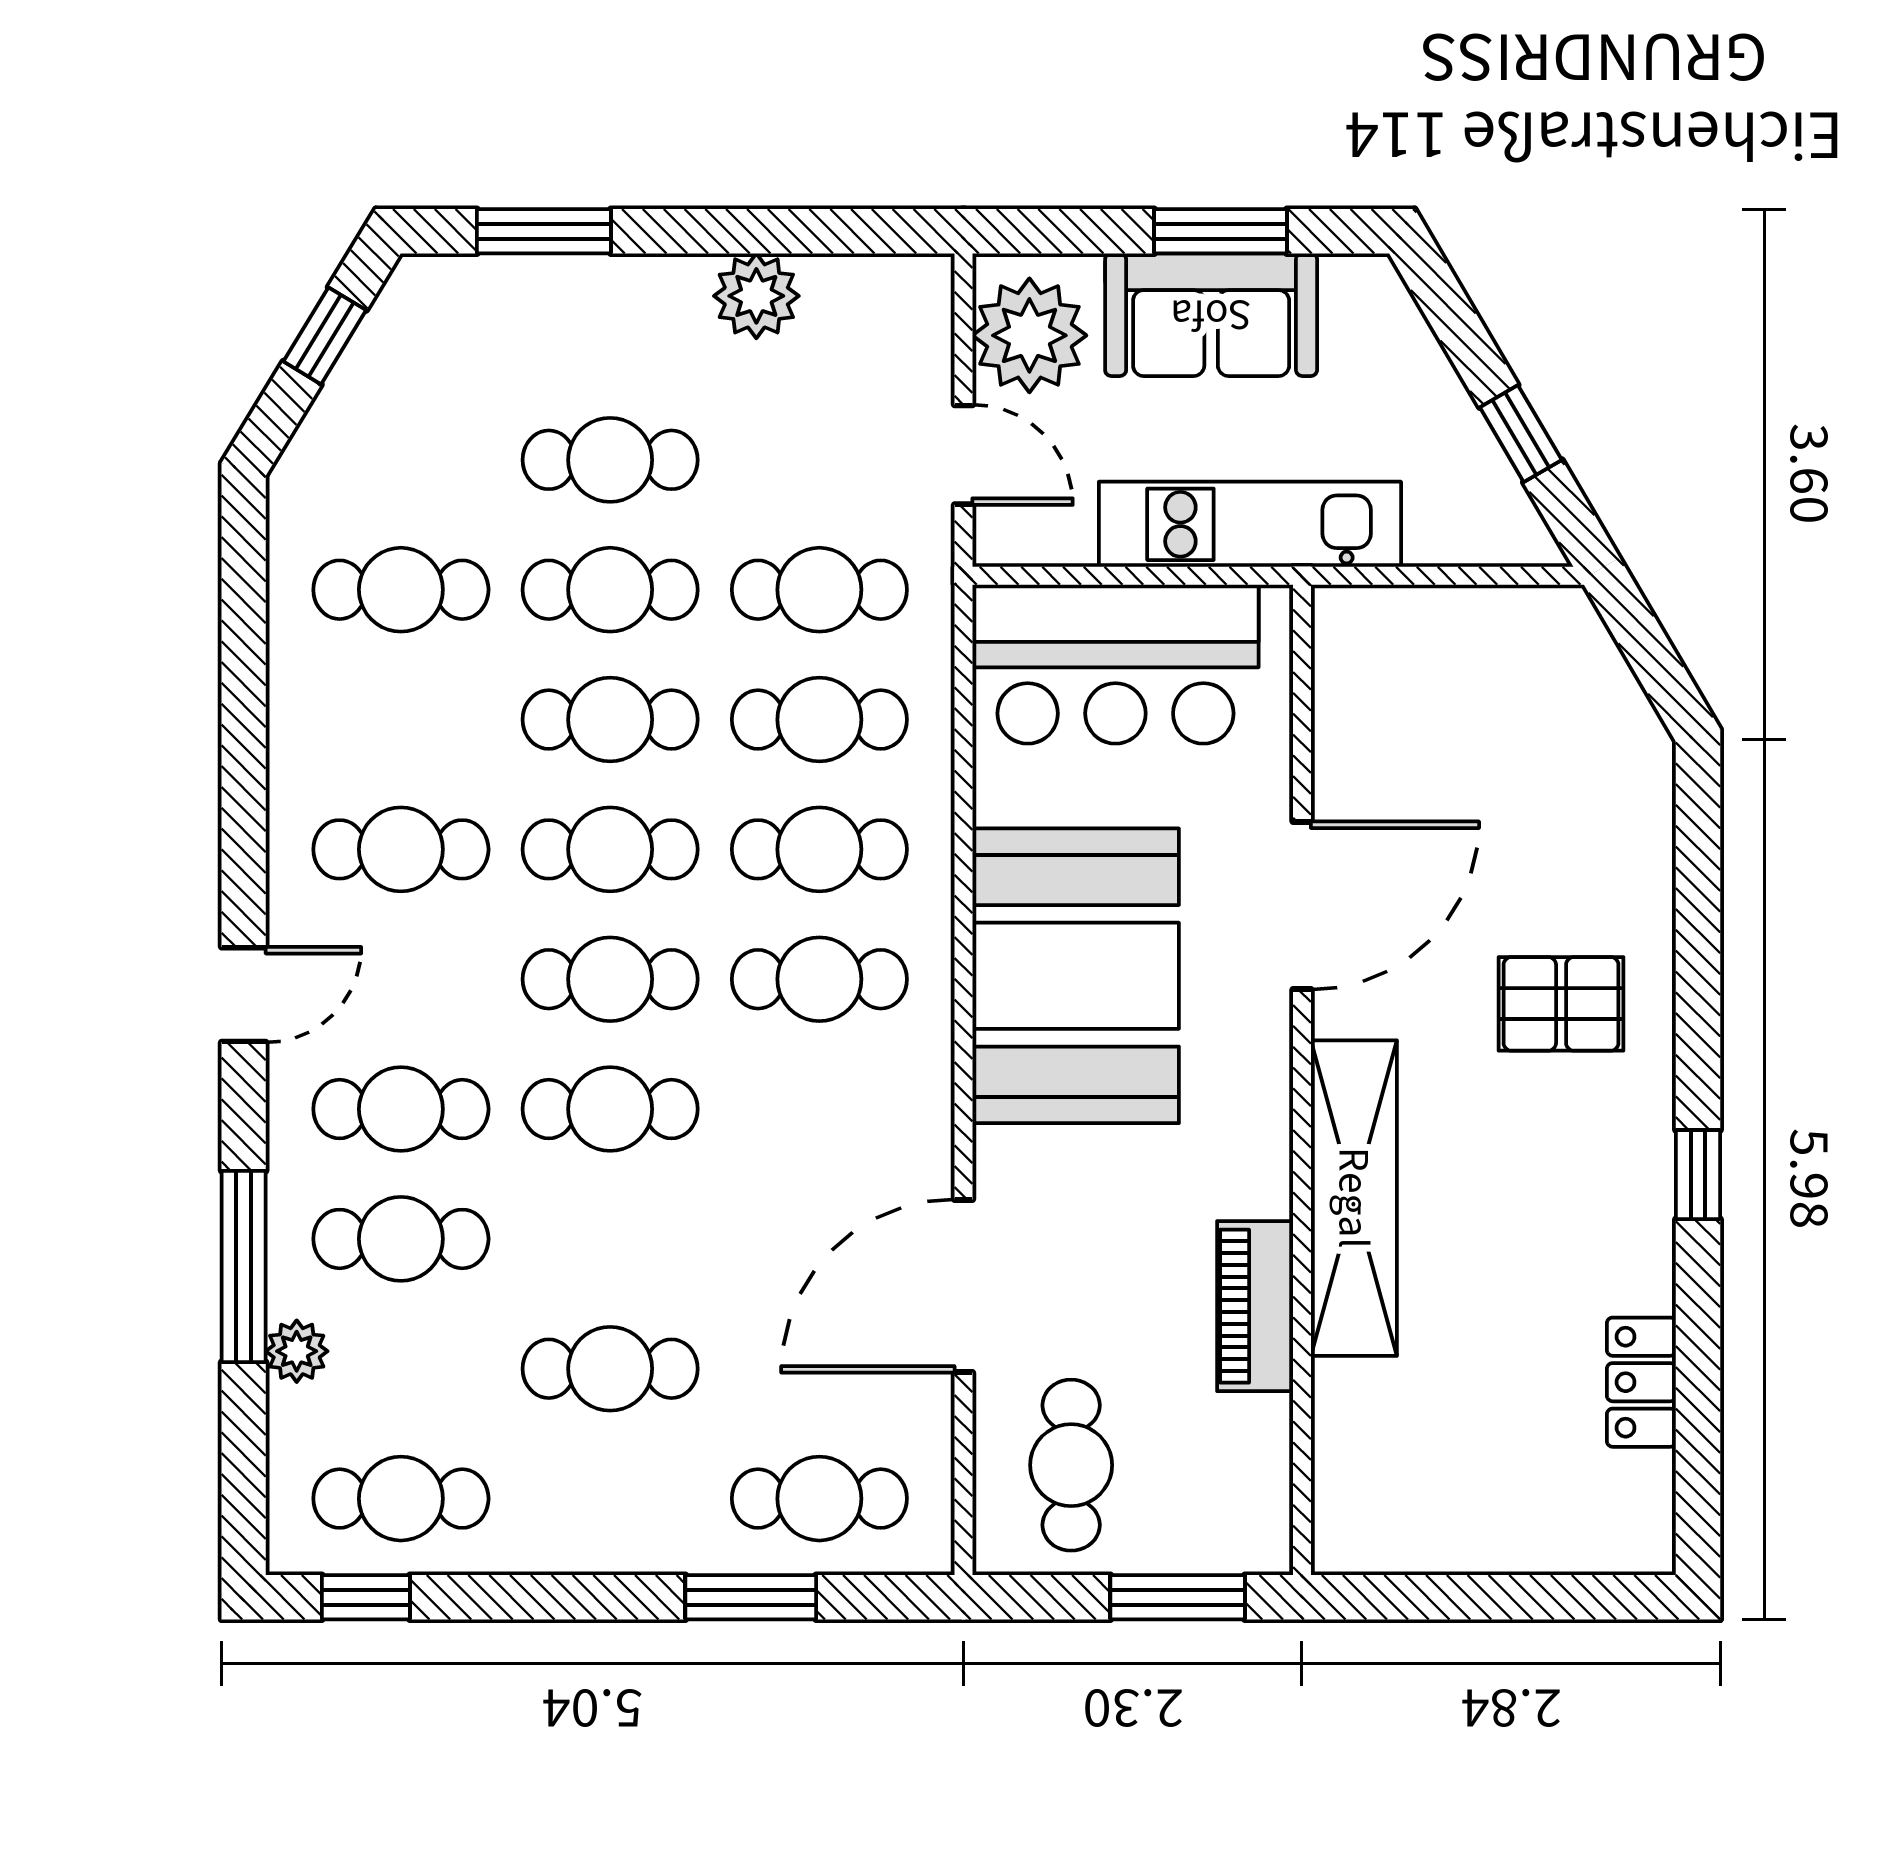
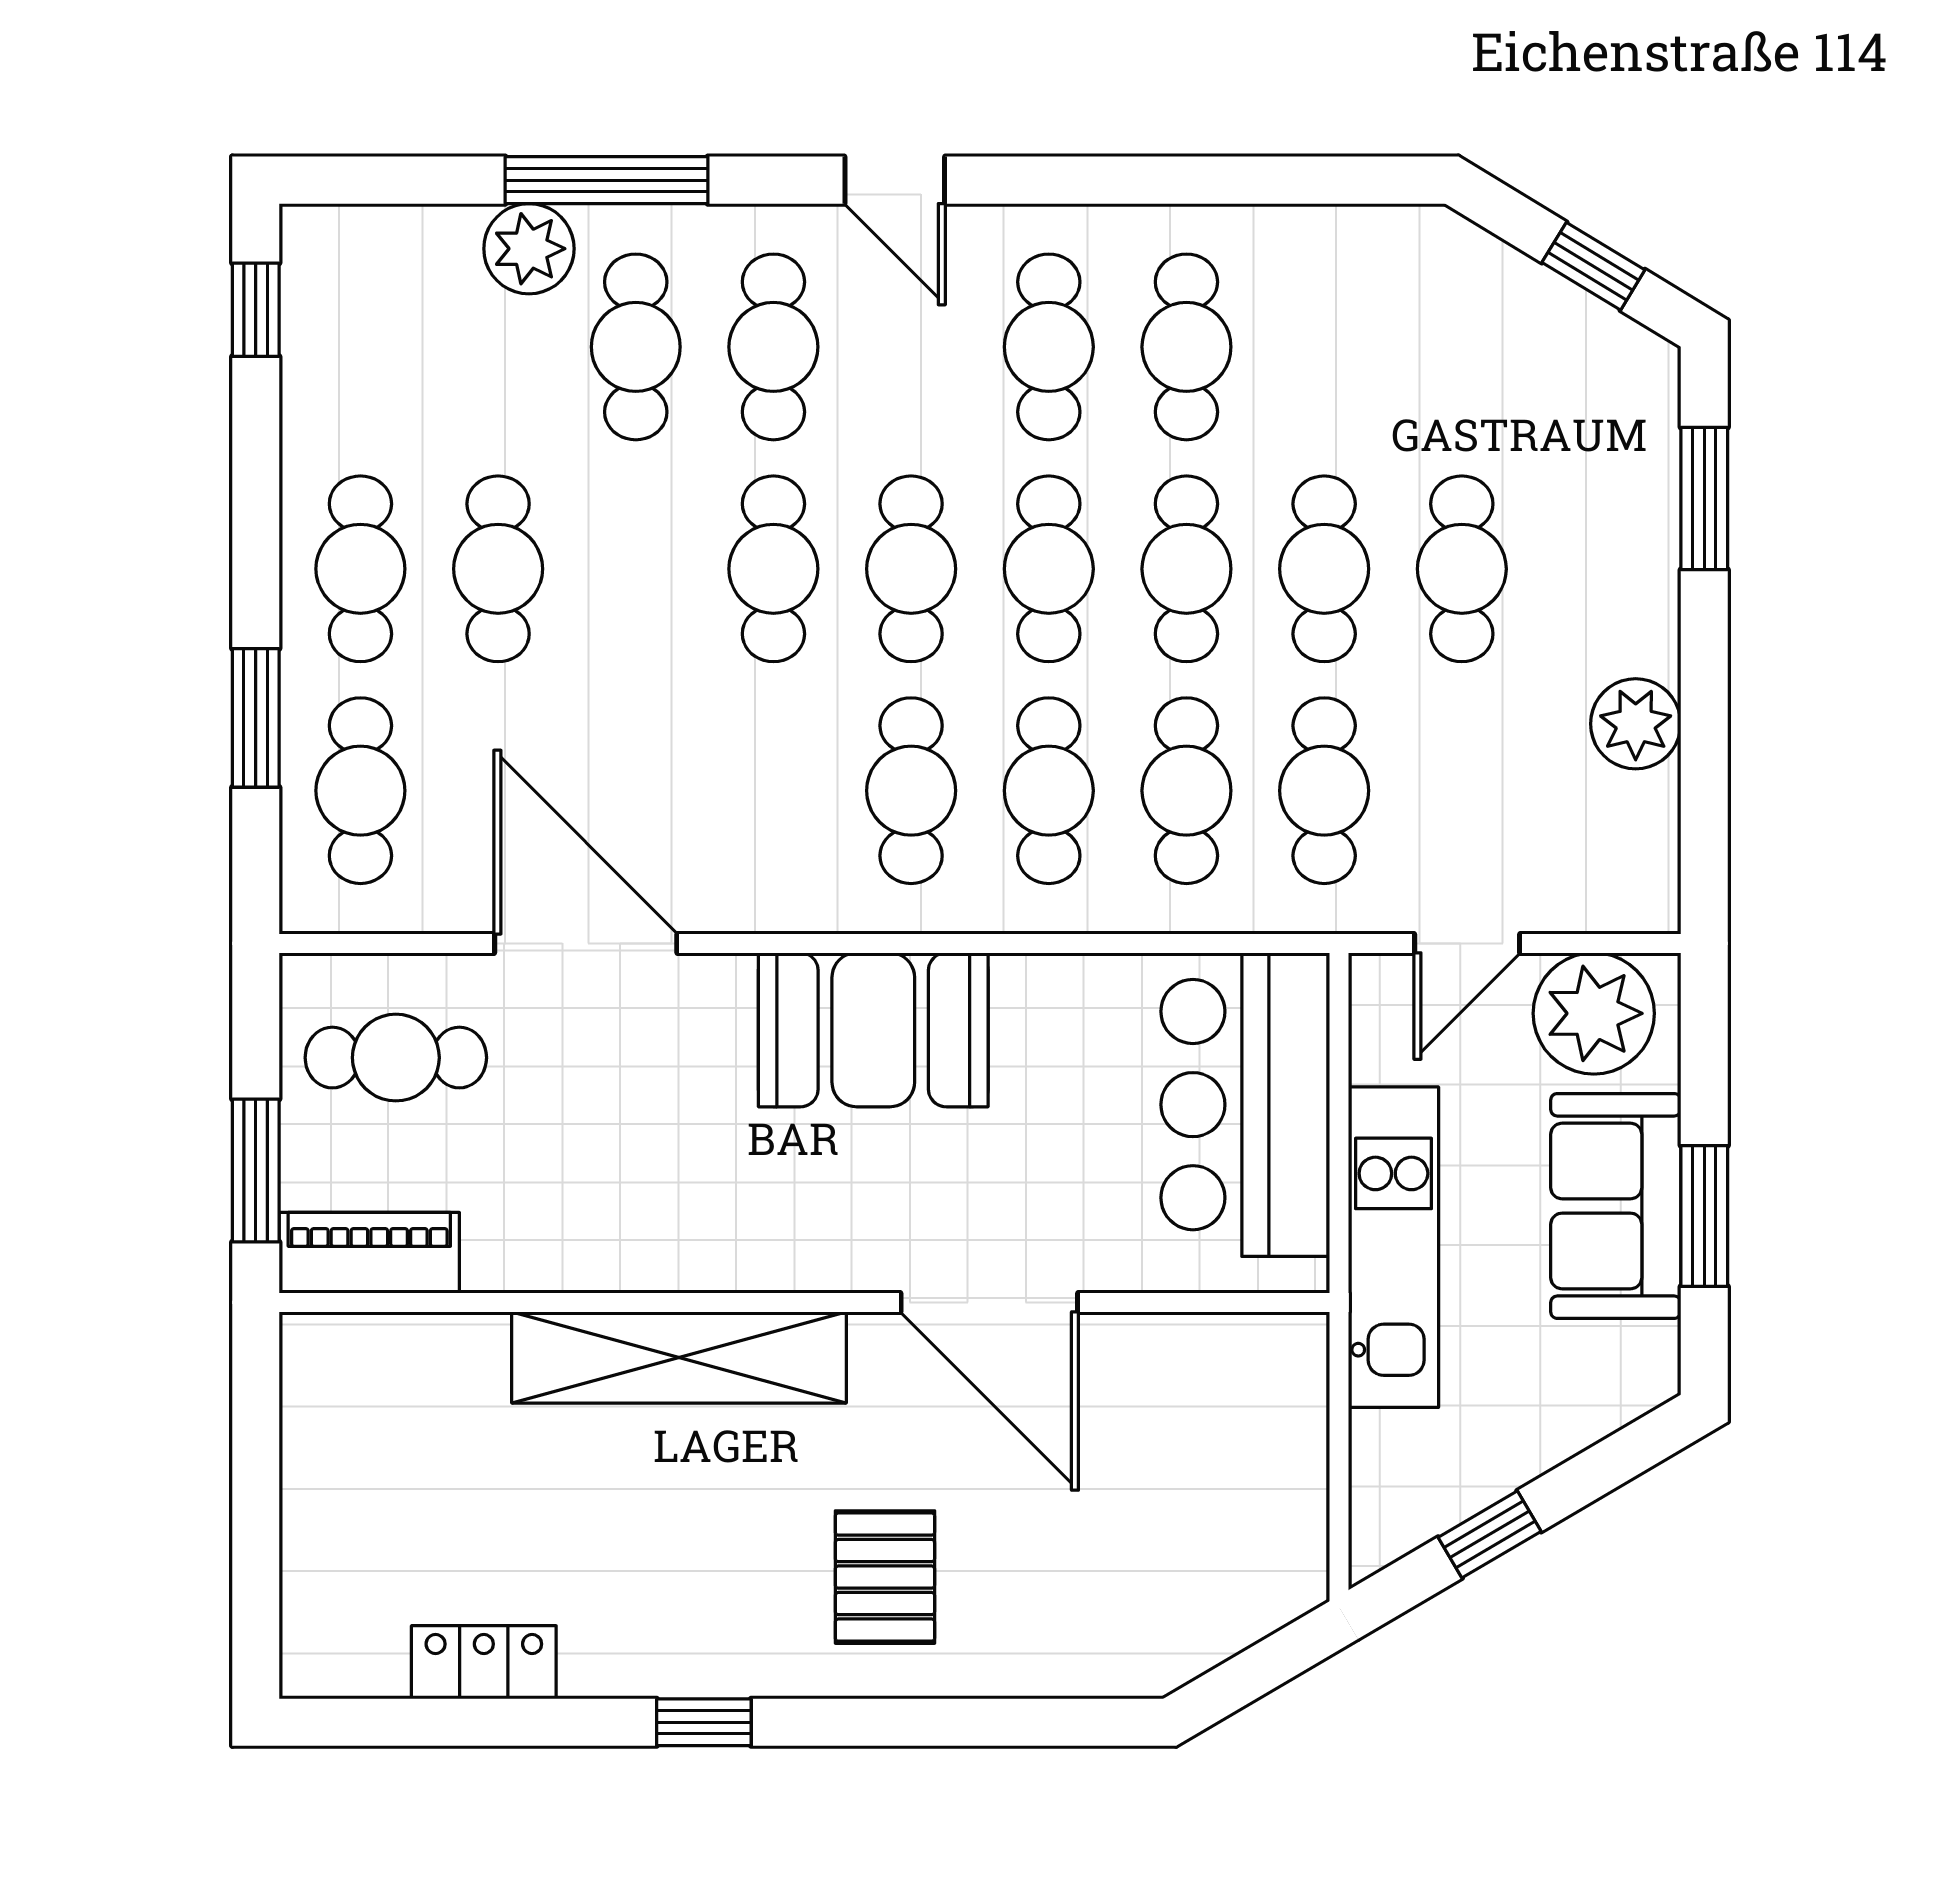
cafe table: (401, 590) -> (1186, 347), moved
booth: (1076, 976) -> (873, 1030), width x0.73, depth x0.70
piano: (1255, 1306) -> (369, 1253), moved
plant: (297, 1351) -> (529, 249), width x1.38, depth x1.38
cafe table: (401, 1499) -> (360, 569), moved

